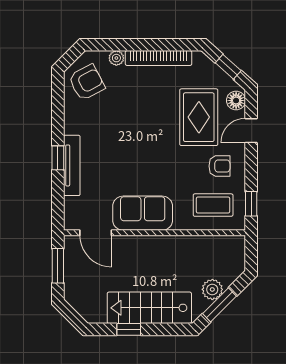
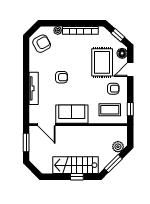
armchair: (123, 145) -> (61, 77), added
window: (58, 158) -> (26, 84), removed
plant: (212, 289) -> (118, 147), moved
window: (129, 329) -> (77, 177), moved

